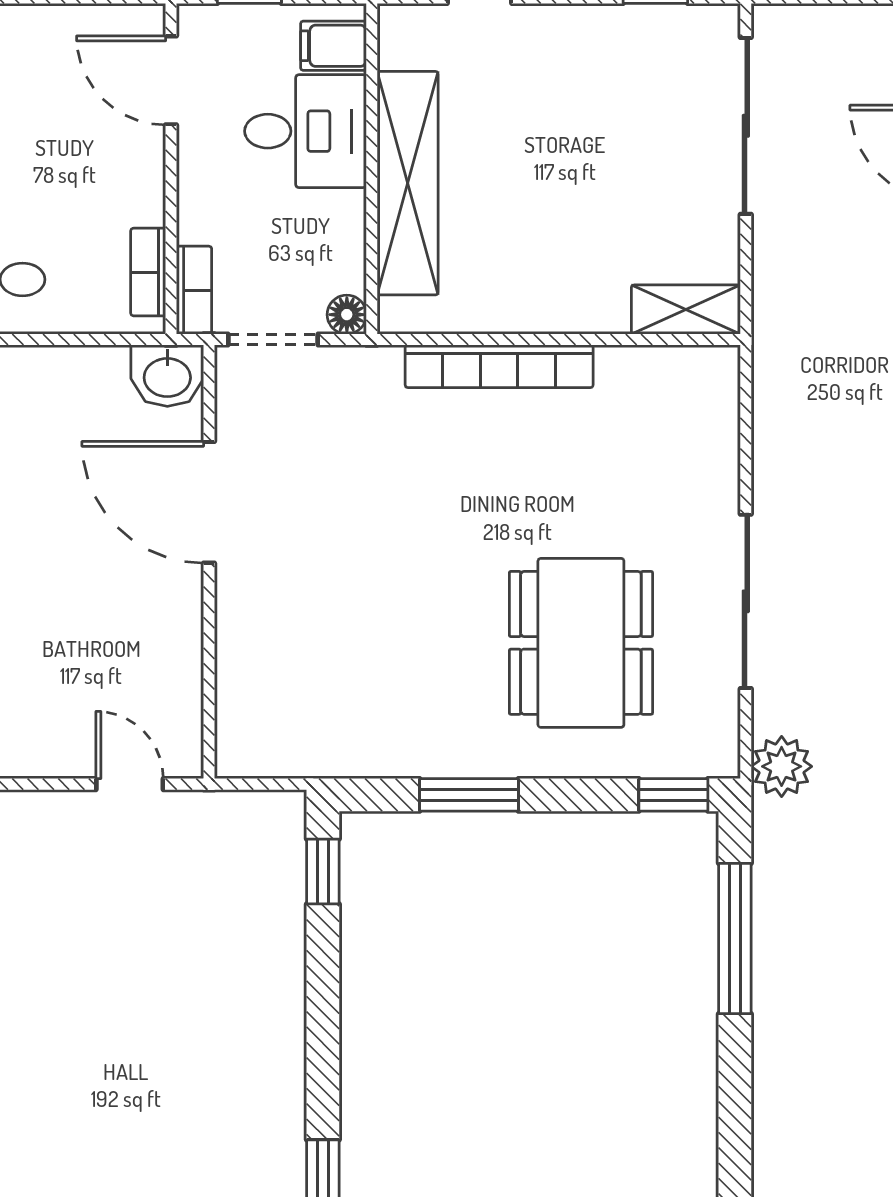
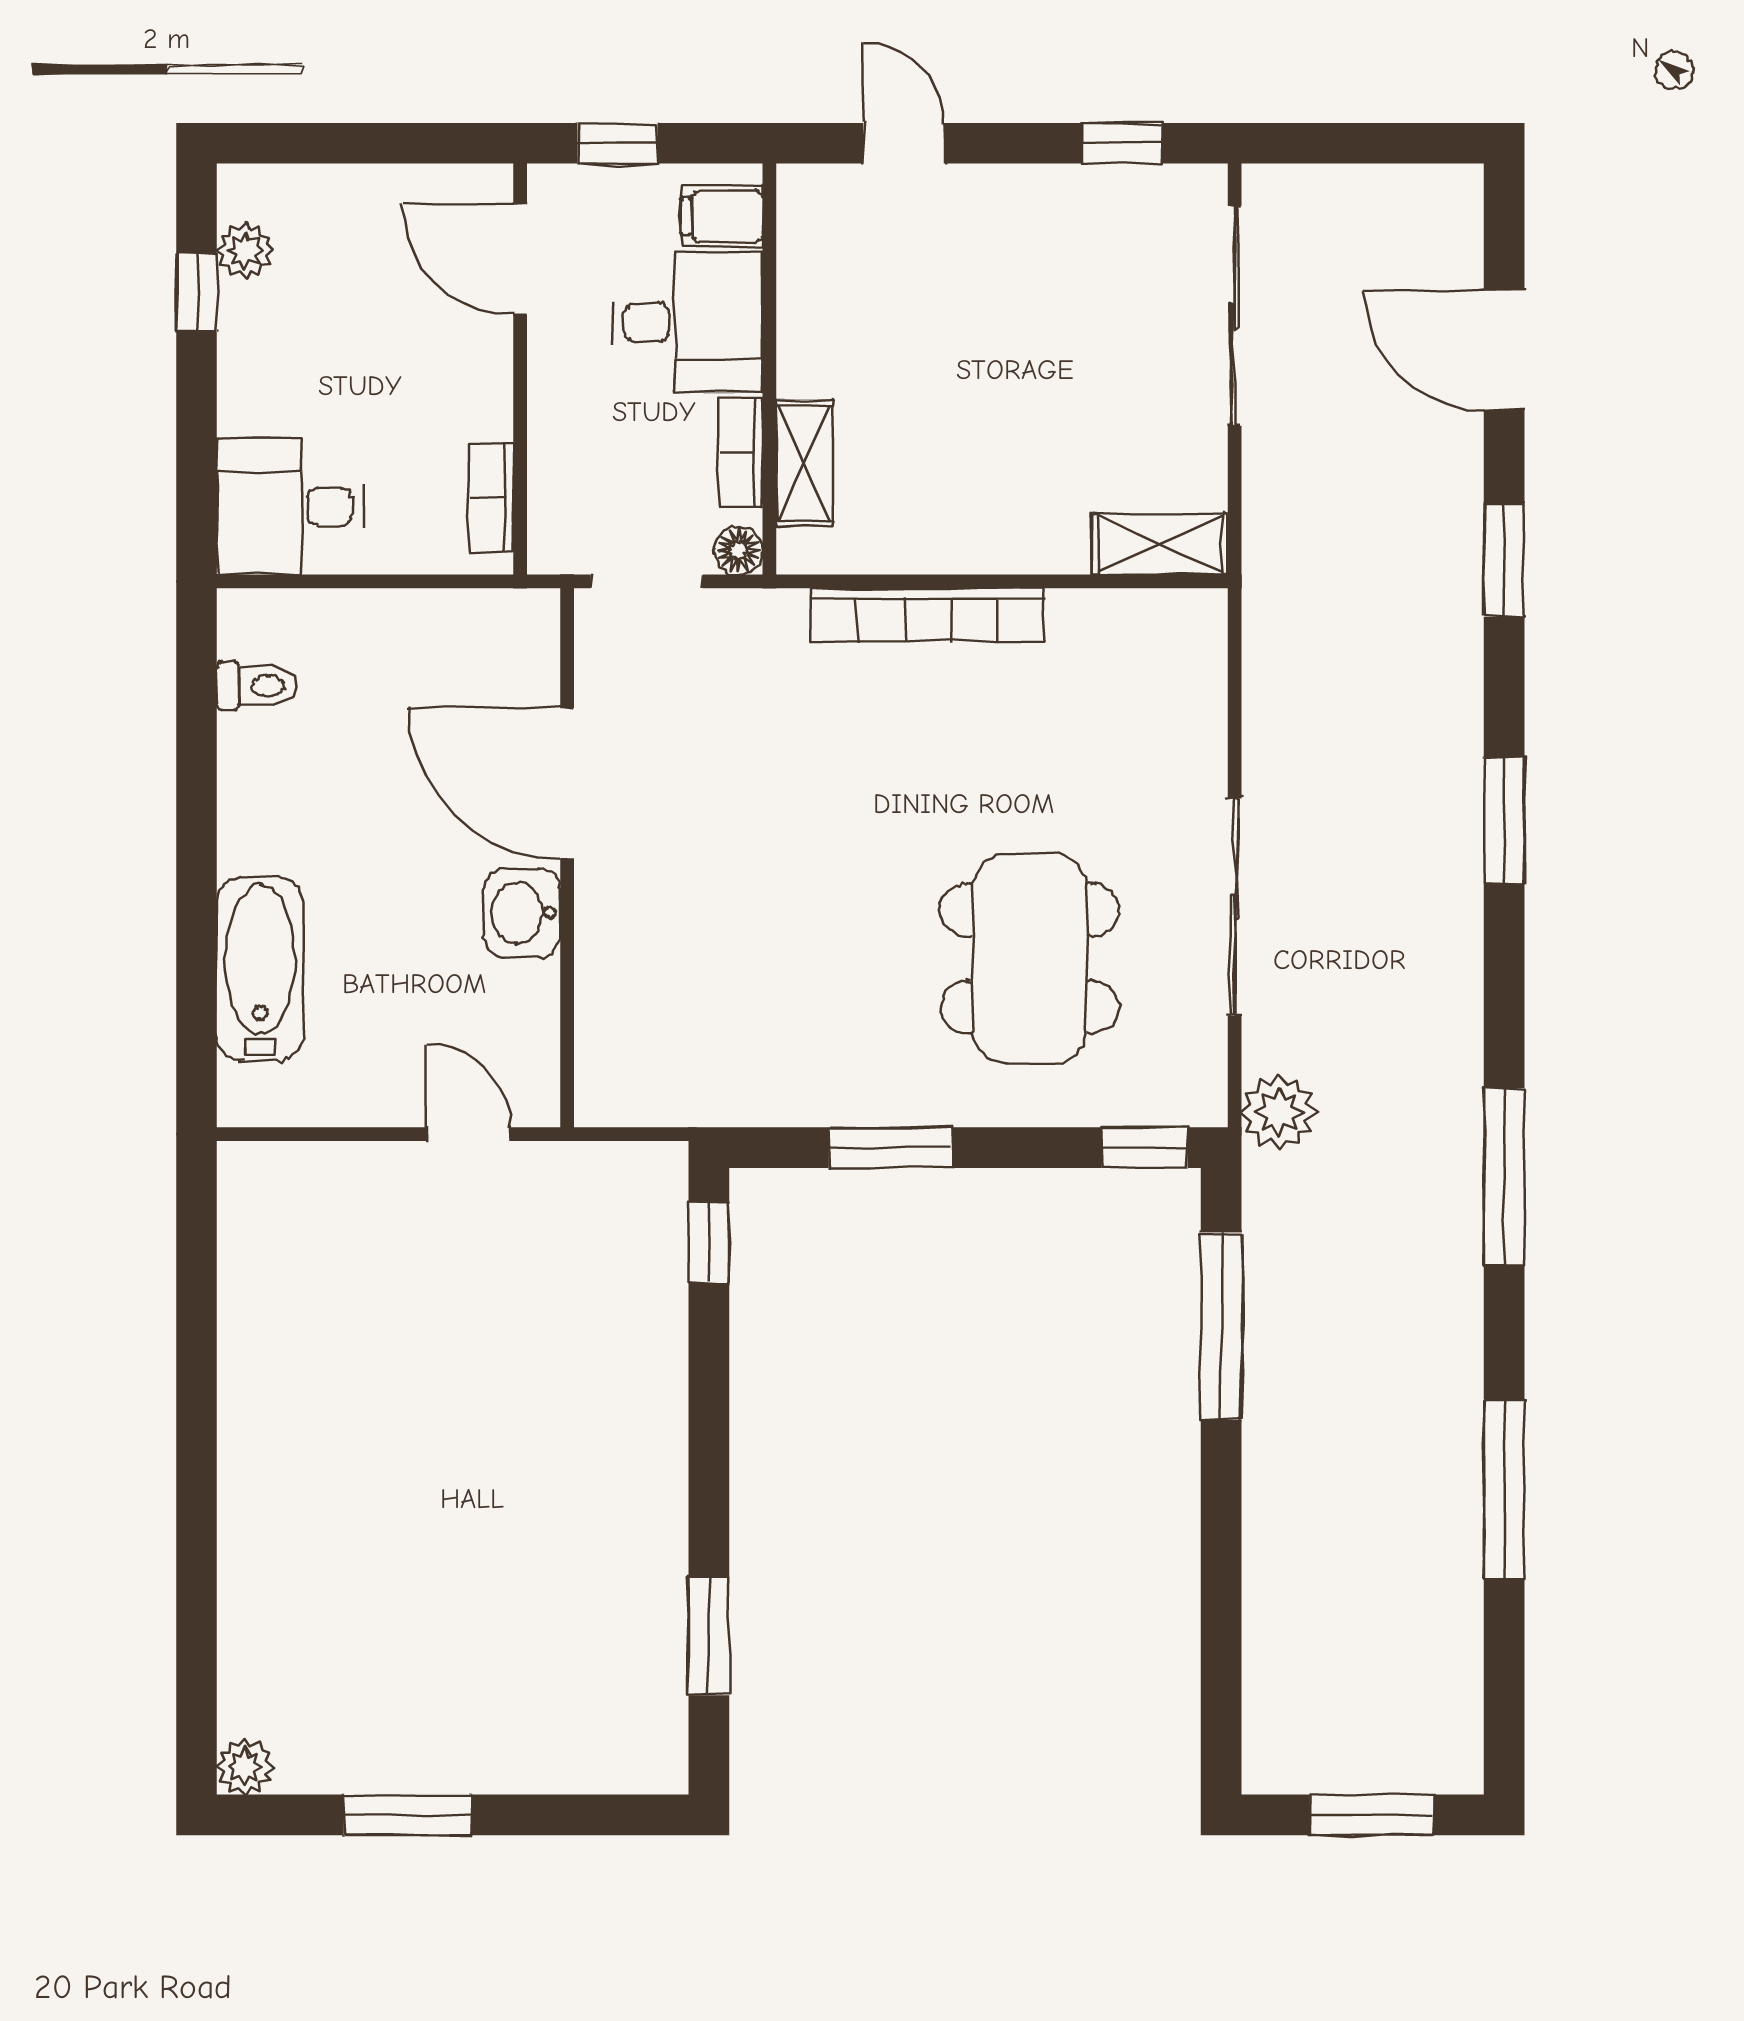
shelving: (408, 183) -> (805, 463), width x0.45, depth x0.75
bookcase: (194, 290) -> (741, 452), moved, turned 180
washbasin: (167, 376) -> (522, 913), moved, turned 90

